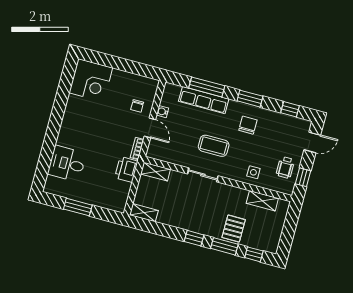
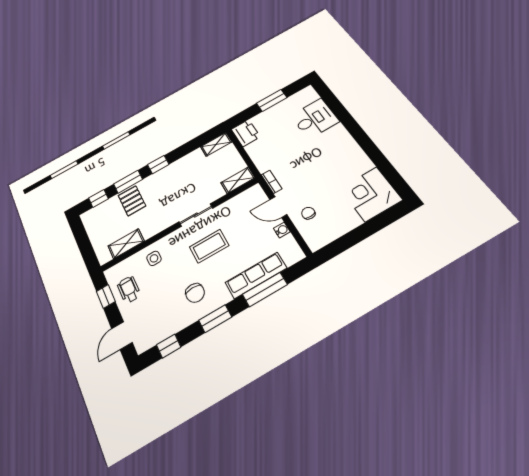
printer: (126, 169) -> (246, 133), moved

